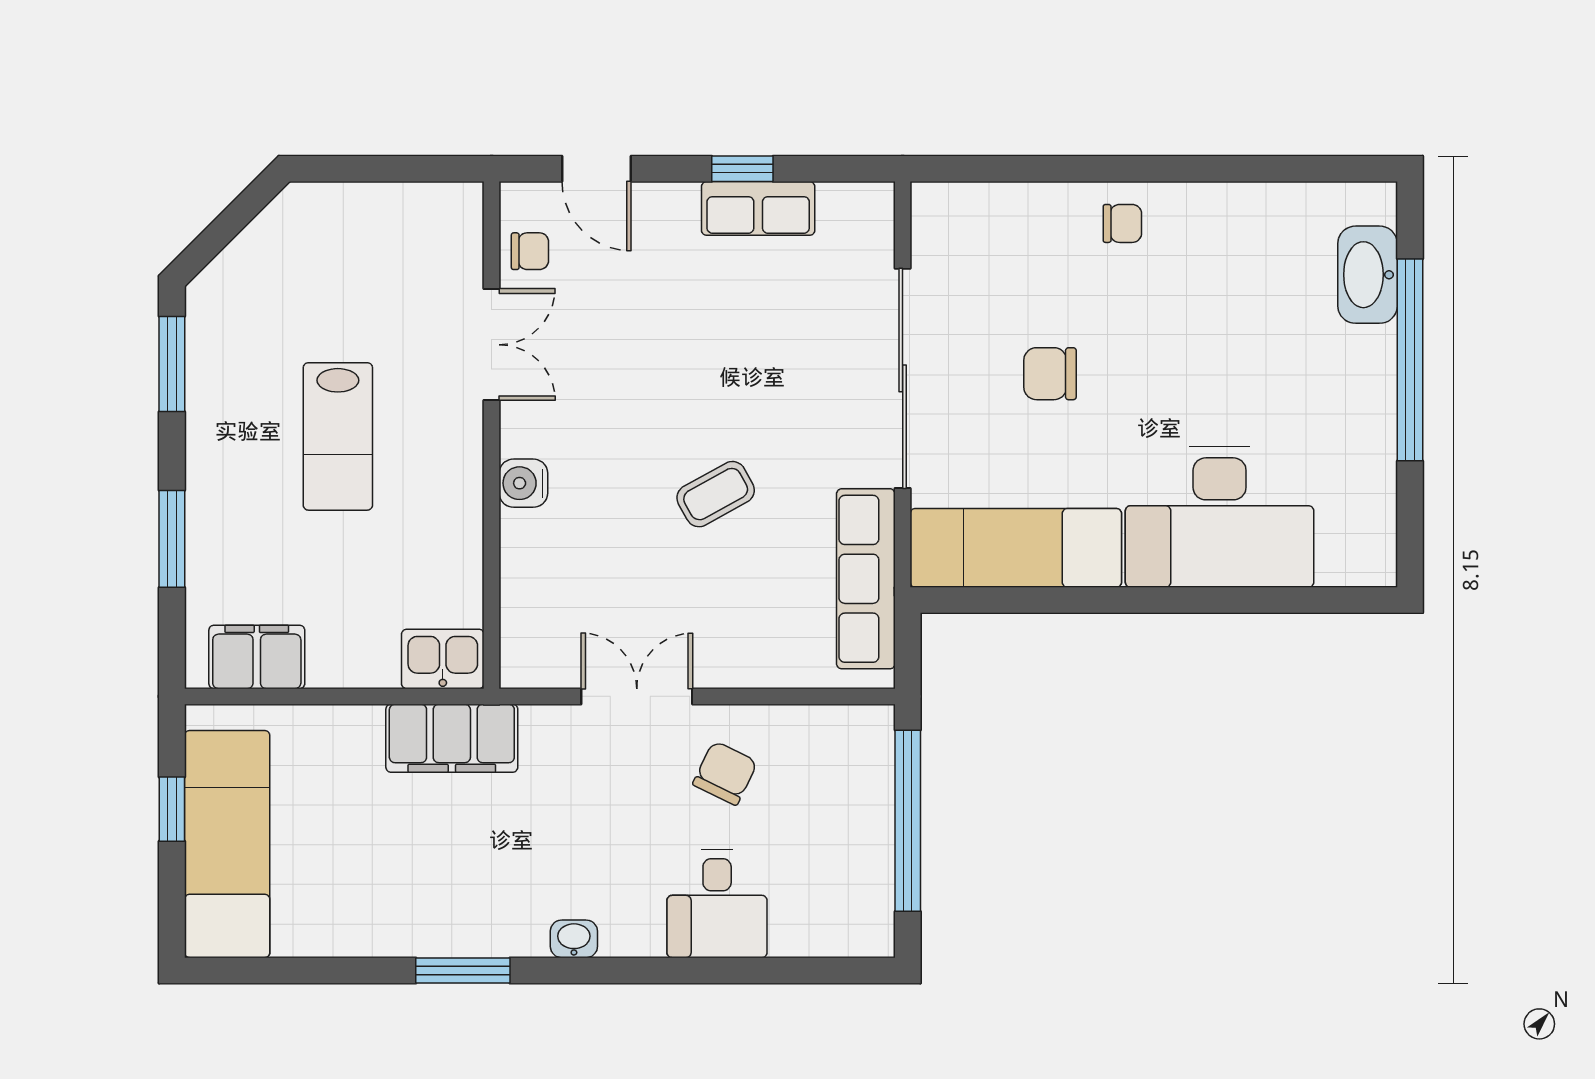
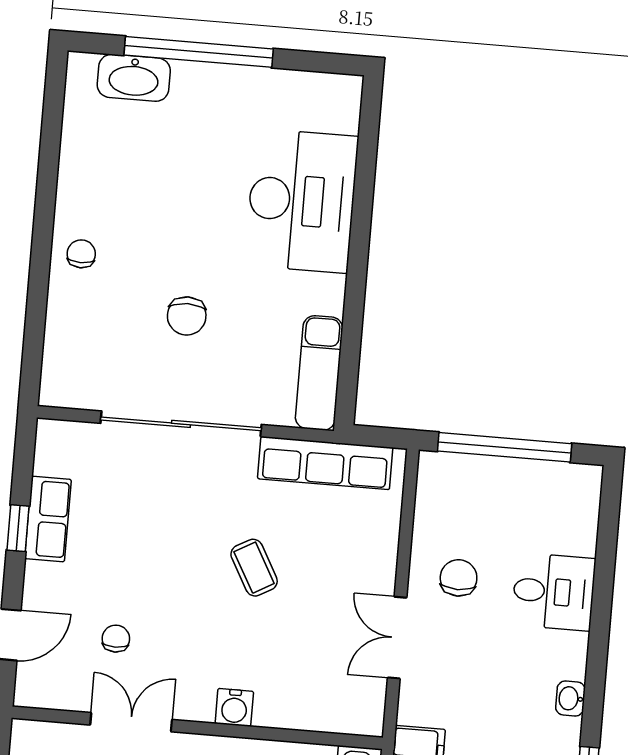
chair: (530, 251) -> (116, 639), moved
exam couch: (1016, 548) -> (319, 373), width x0.73, depth x0.69
chair: (725, 773) -> (459, 578), turned 64

